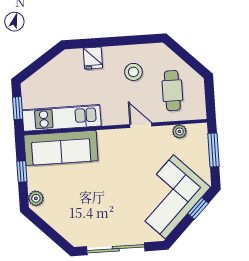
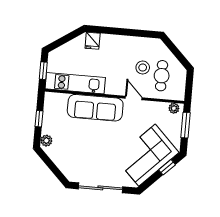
fridge: (93, 58) -> (93, 41), moved
stool: (133, 72) -> (143, 68), moved
plant: (179, 131) -> (174, 108), moved
sofa: (61, 148) -> (95, 108), moved

